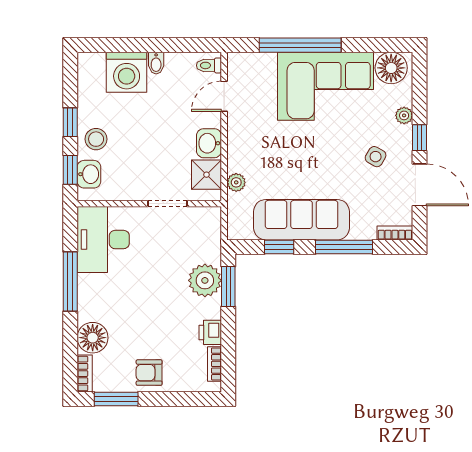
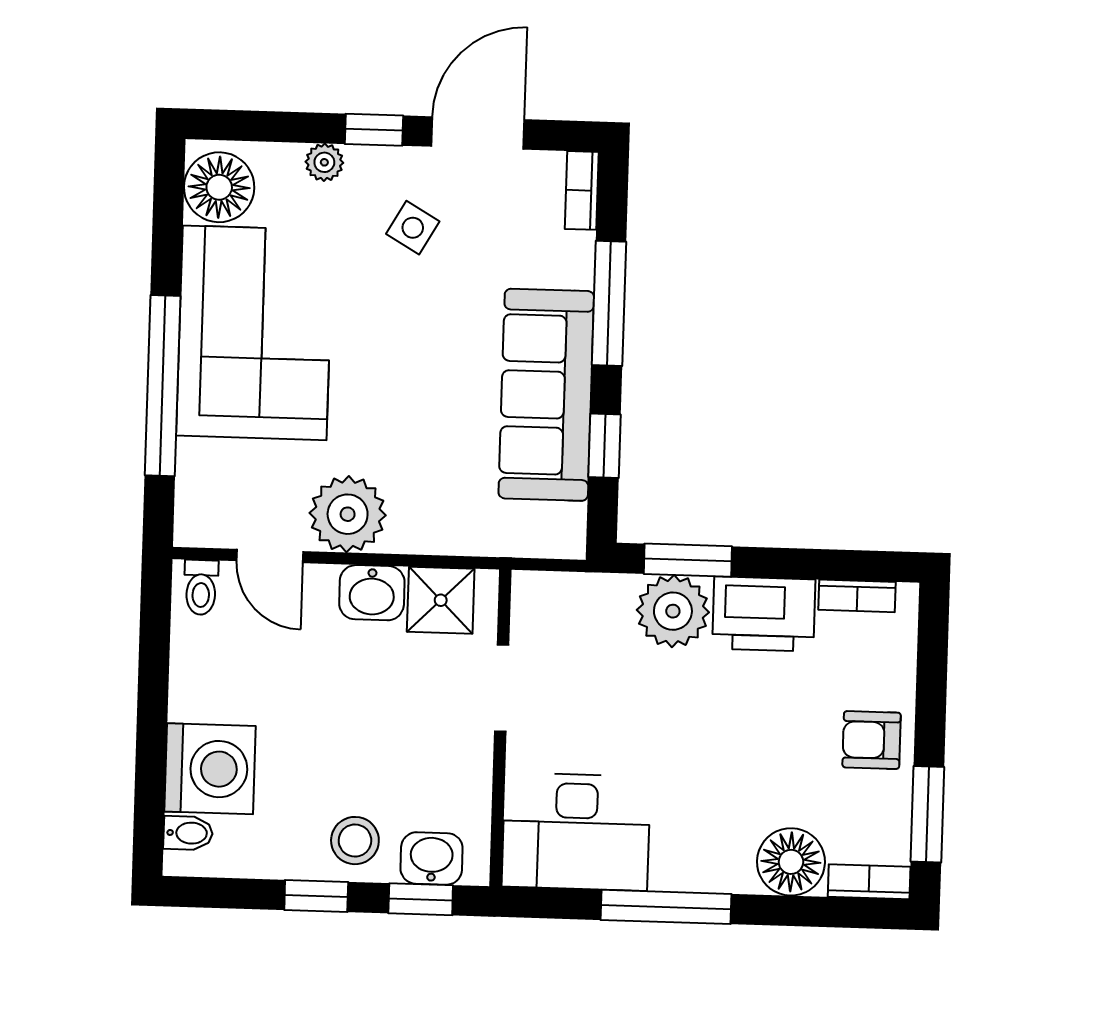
bidet: (156, 63) -> (188, 833), moved
plant: (236, 182) -> (348, 514), moved, width x1.87, depth x1.87
printer: (210, 332) -> (764, 614), width x1.87, depth x1.48
armchair: (149, 373) -> (872, 740), turned 90

